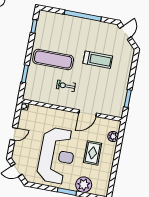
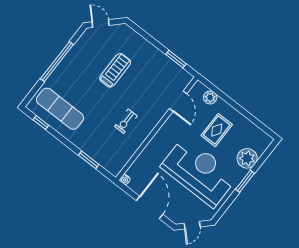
exercise mat: (53, 59) -> (60, 109), moved, turned 90
door: (88, 113) -> (178, 101), moved
door: (14, 134) -> (150, 207), width x1.88
rug: (93, 153) -> (217, 130), turned 90

